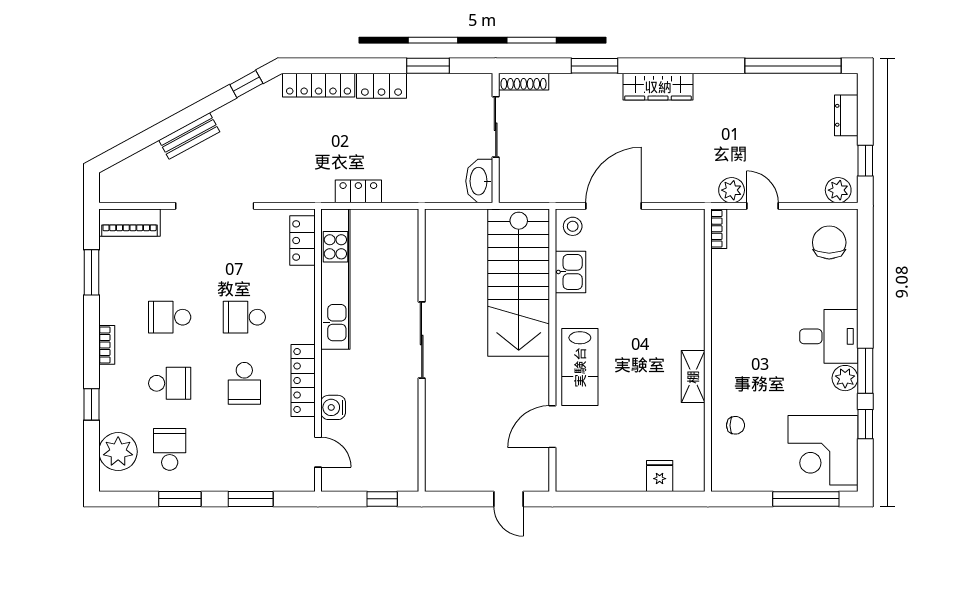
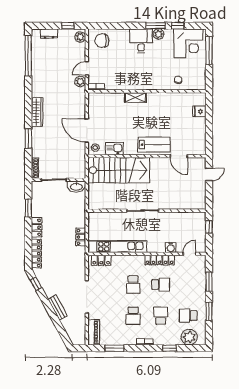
shelving: (693, 377) -> (135, 97), moved

